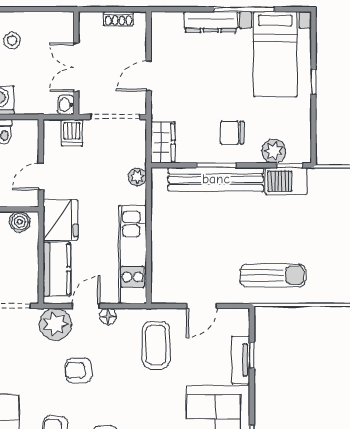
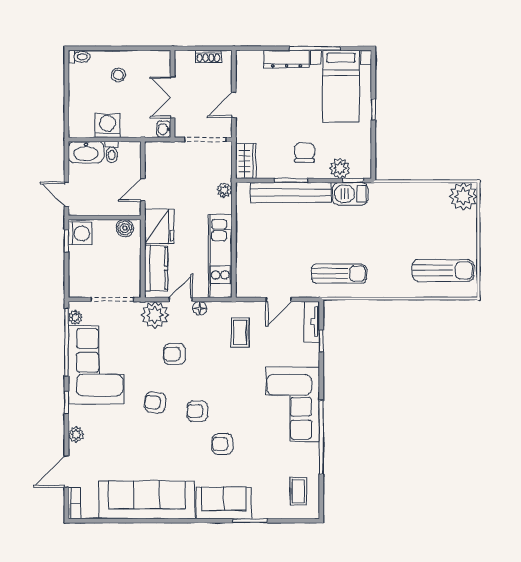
dishwasher: (72, 133) -> (169, 153), removed
chair: (232, 133) -> (305, 153), turned 90
coffee table: (156, 345) -> (240, 333), width x0.73, depth x0.77
tv unit: (241, 360) -> (312, 322), moved

